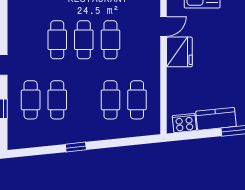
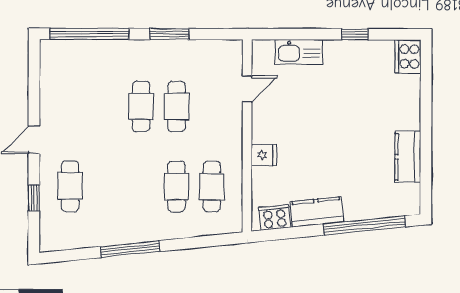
cafe table: (57, 40) -> (106, 106), removed
fridge: (179, 52) -> (264, 155), moved, width x0.53, depth x0.75
cafe table: (57, 100) -> (106, 186), removed
window: (76, 147) -> (130, 249), width x2.17

